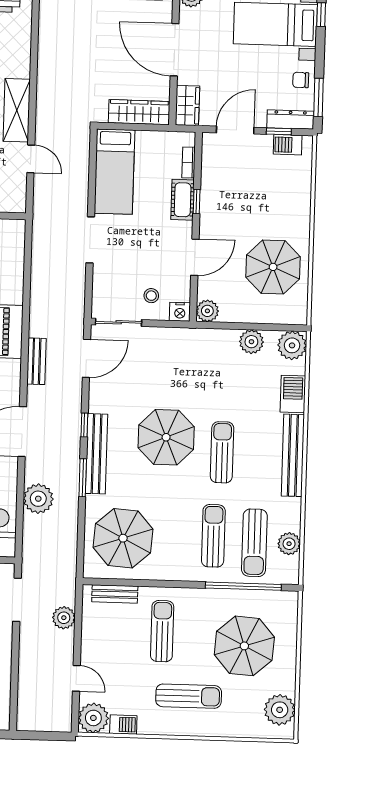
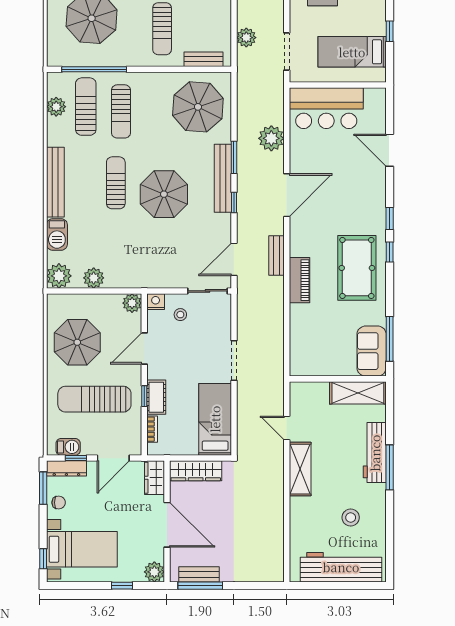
sun lounger: (255, 200) -> (94, 399), added
sun lounger: (222, 452) -> (116, 183), turned 180

